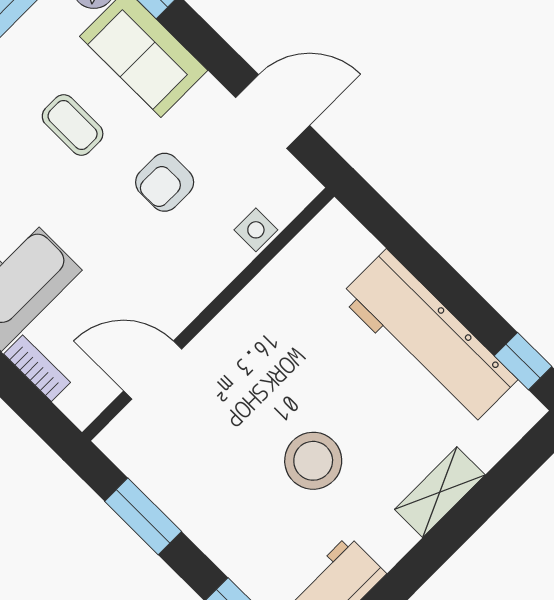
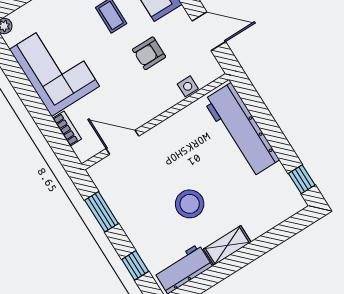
workbench: (428, 338) -> (241, 130), moved
shelving: (440, 492) -> (227, 245), moved

